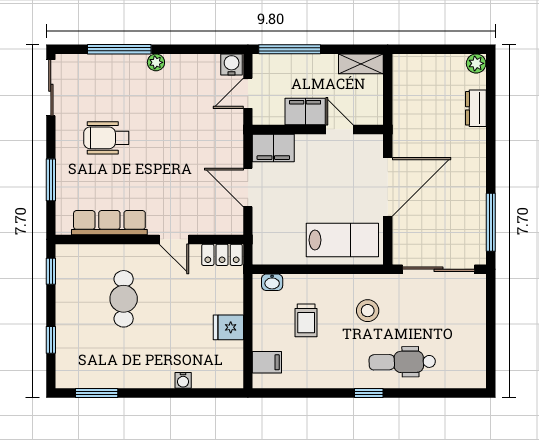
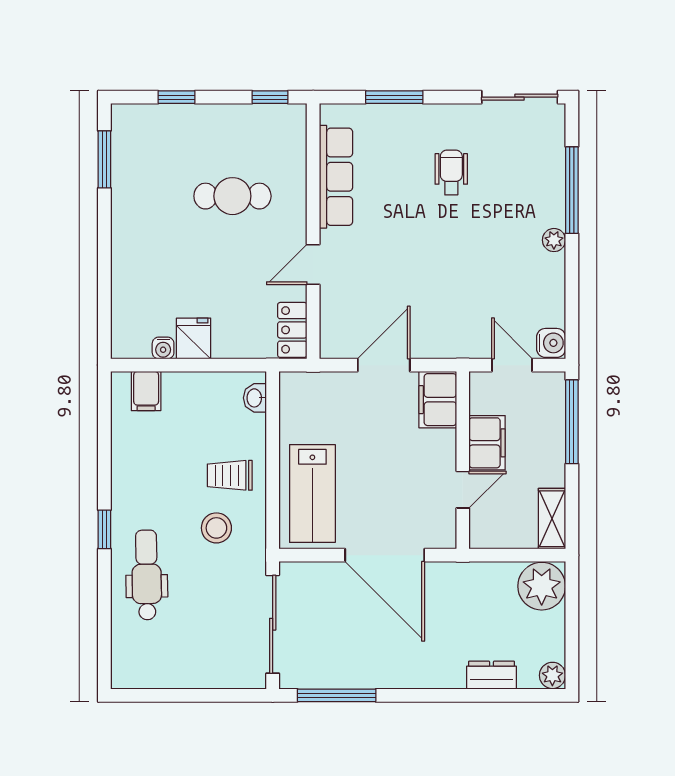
plant: (410, 71) -> (542, 586), added
wheelchair: (106, 138) -> (451, 173), width x0.73, depth x0.73
trolley: (306, 320) -> (230, 475), moved
water cooler: (183, 380) -> (163, 348), moved, turned -90

